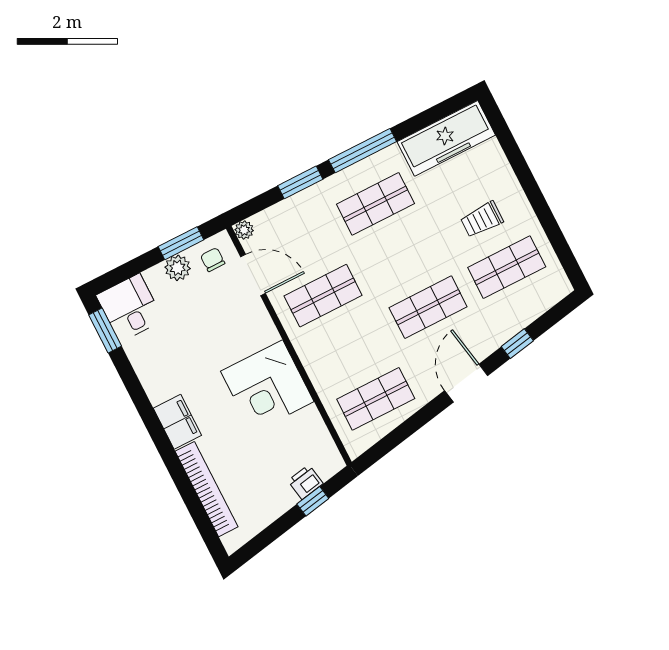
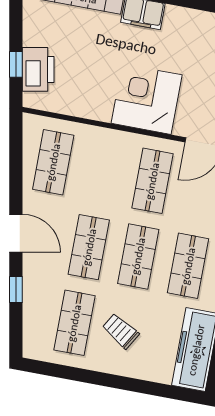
trolley: (482, 219) -> (121, 331), turned -59
shop shelf: (402, 256) -> (138, 256), added
corner desk: (267, 386) -> (147, 99), moved
printer: (305, 482) -> (38, 69), width x1.87, depth x1.48

